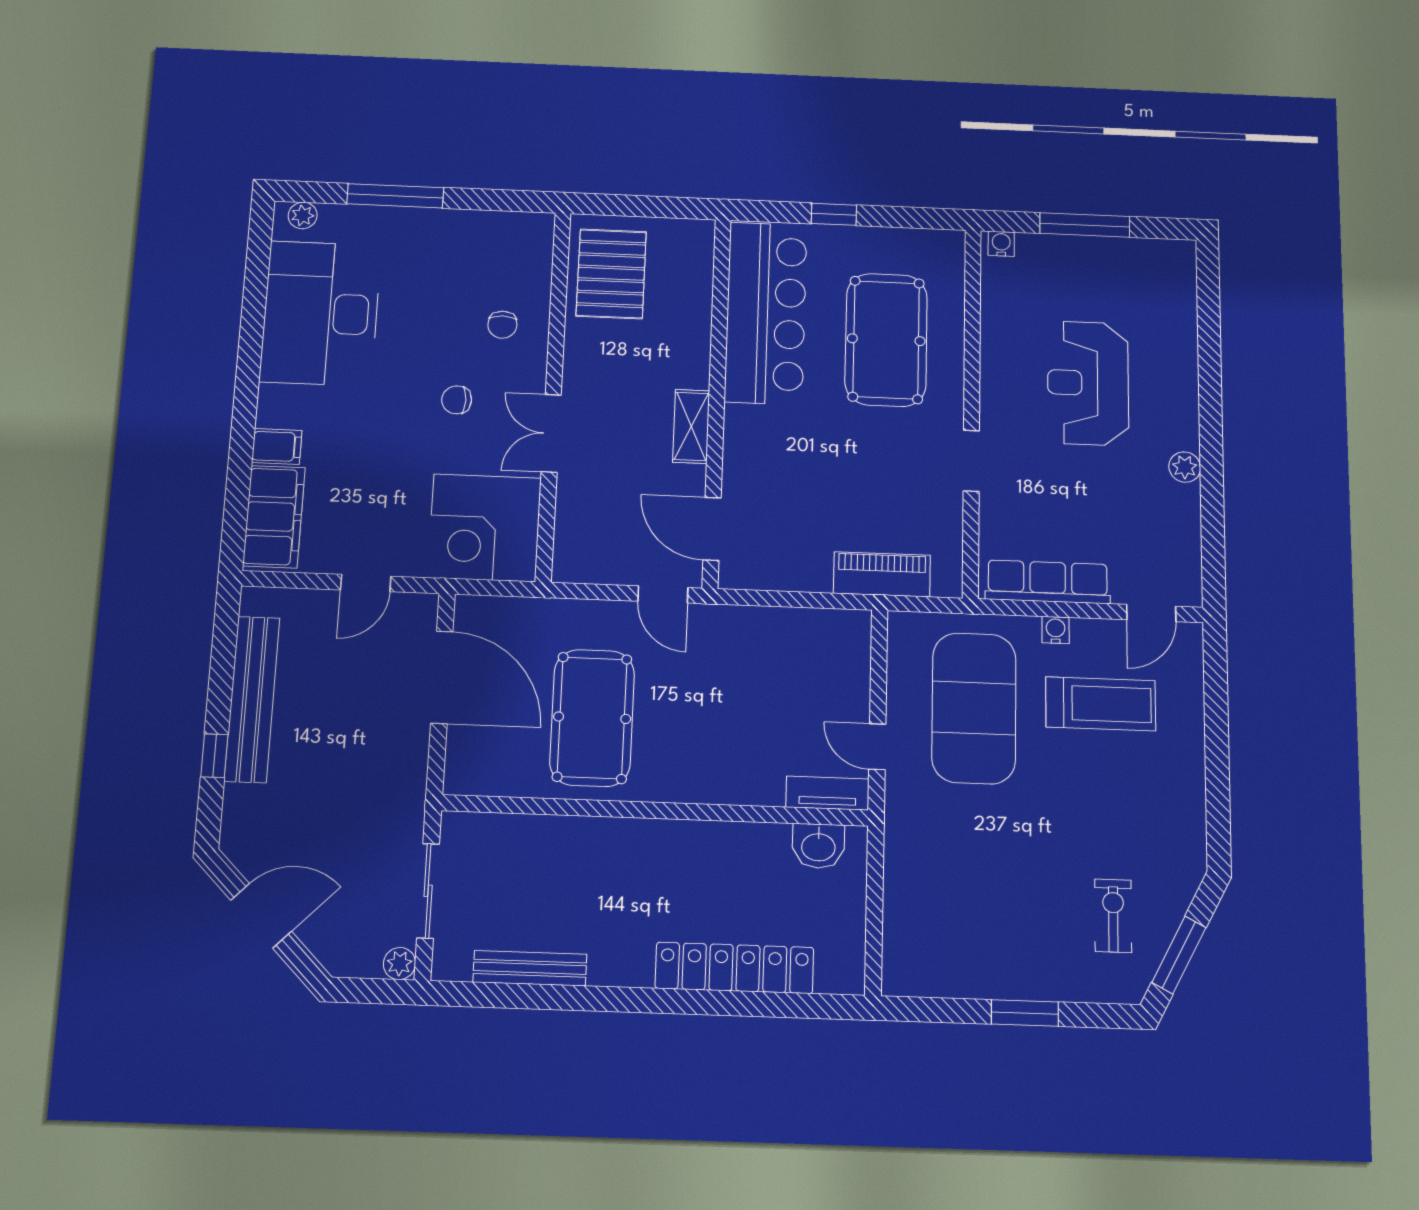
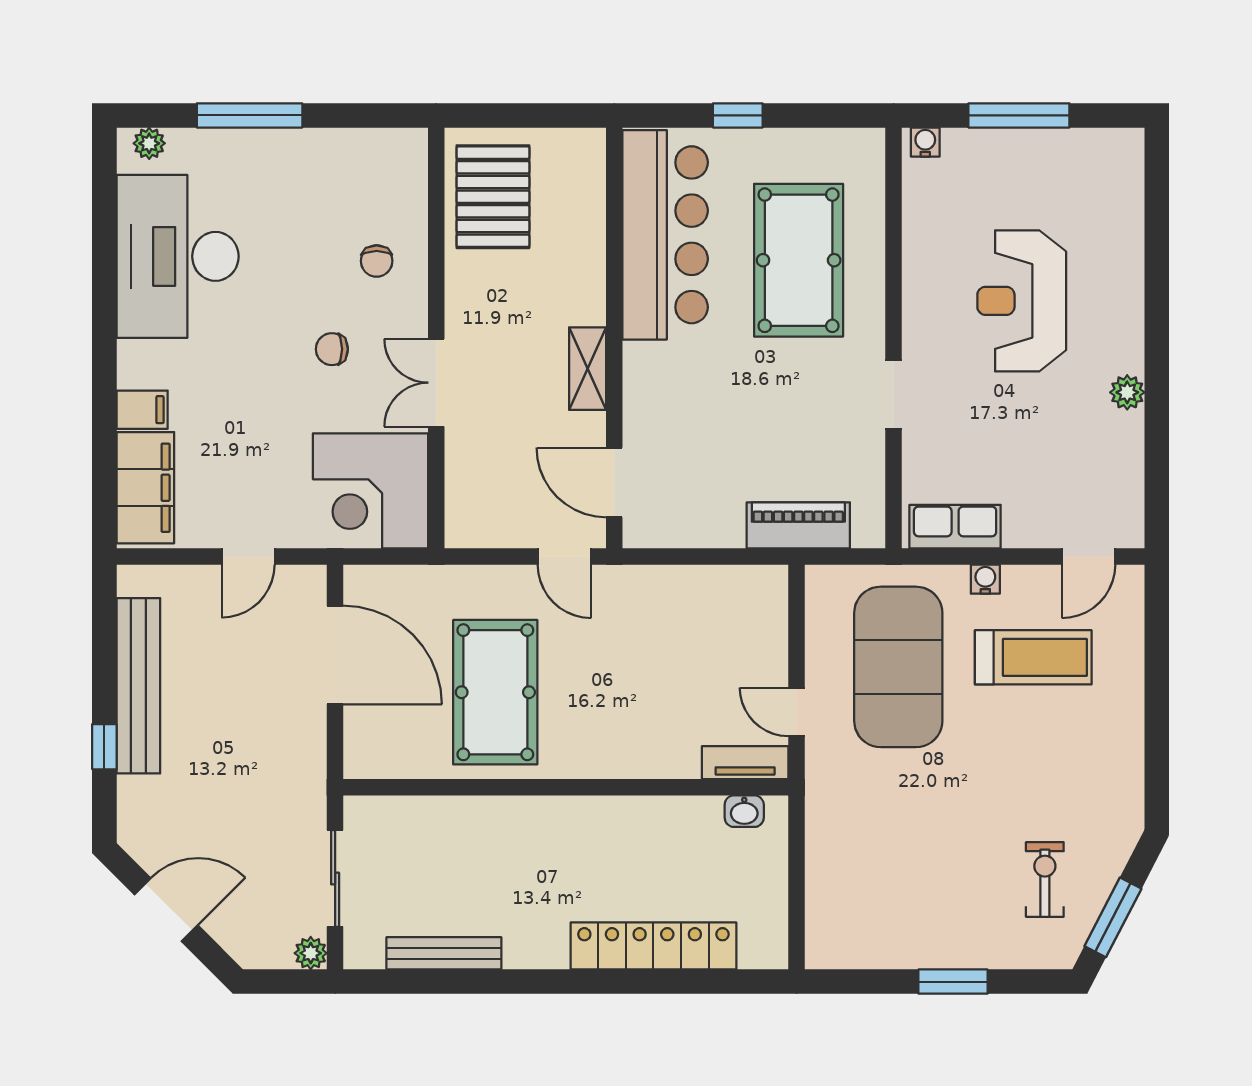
row of seats: (1048, 582) -> (955, 527), width x0.68
washbasin: (818, 846) -> (744, 811), width x0.72, depth x0.69

